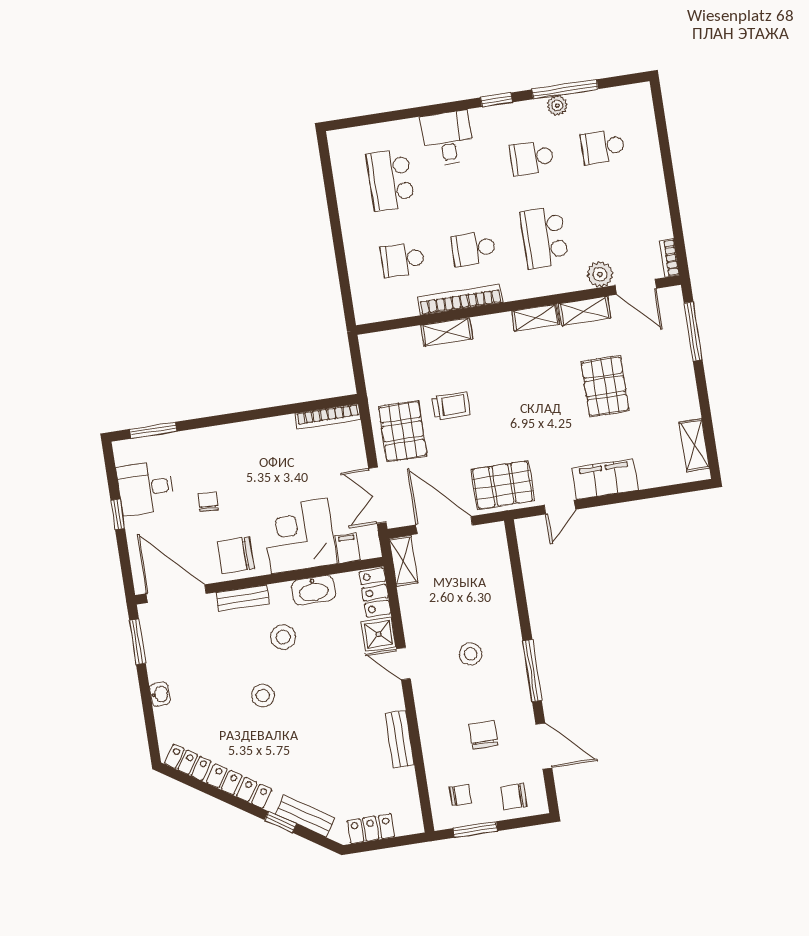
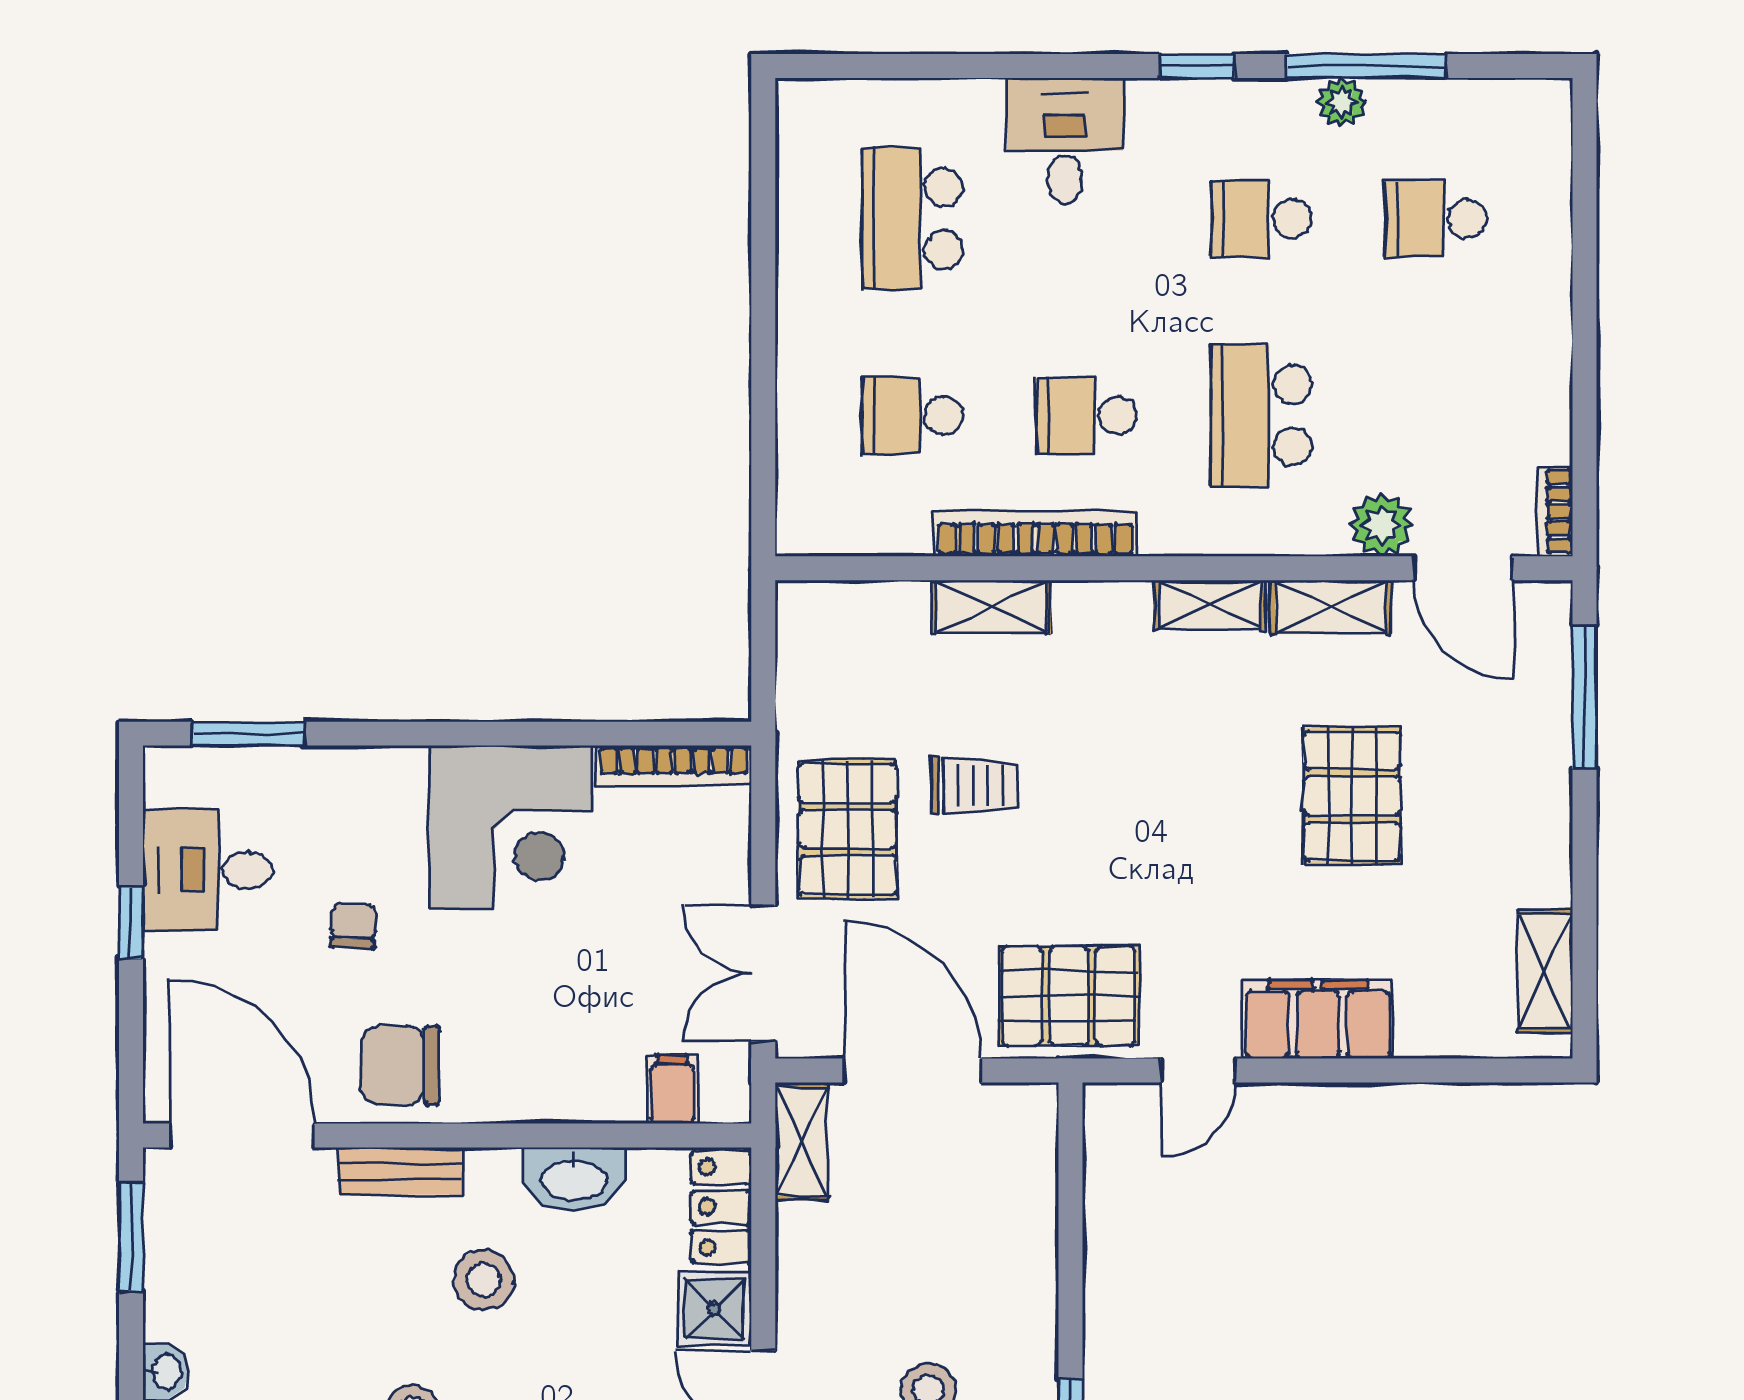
corner desk: (299, 536) -> (510, 827), moved, turned 180

